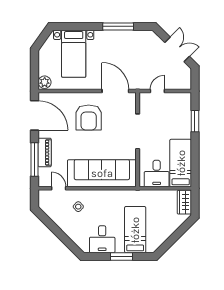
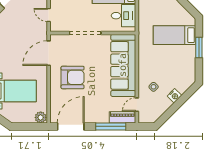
piano: (45, 152) -> (122, 117), moved
nightstand: (68, 230) -> (174, 96), added
desk: (102, 239) -> (183, 65), removed

